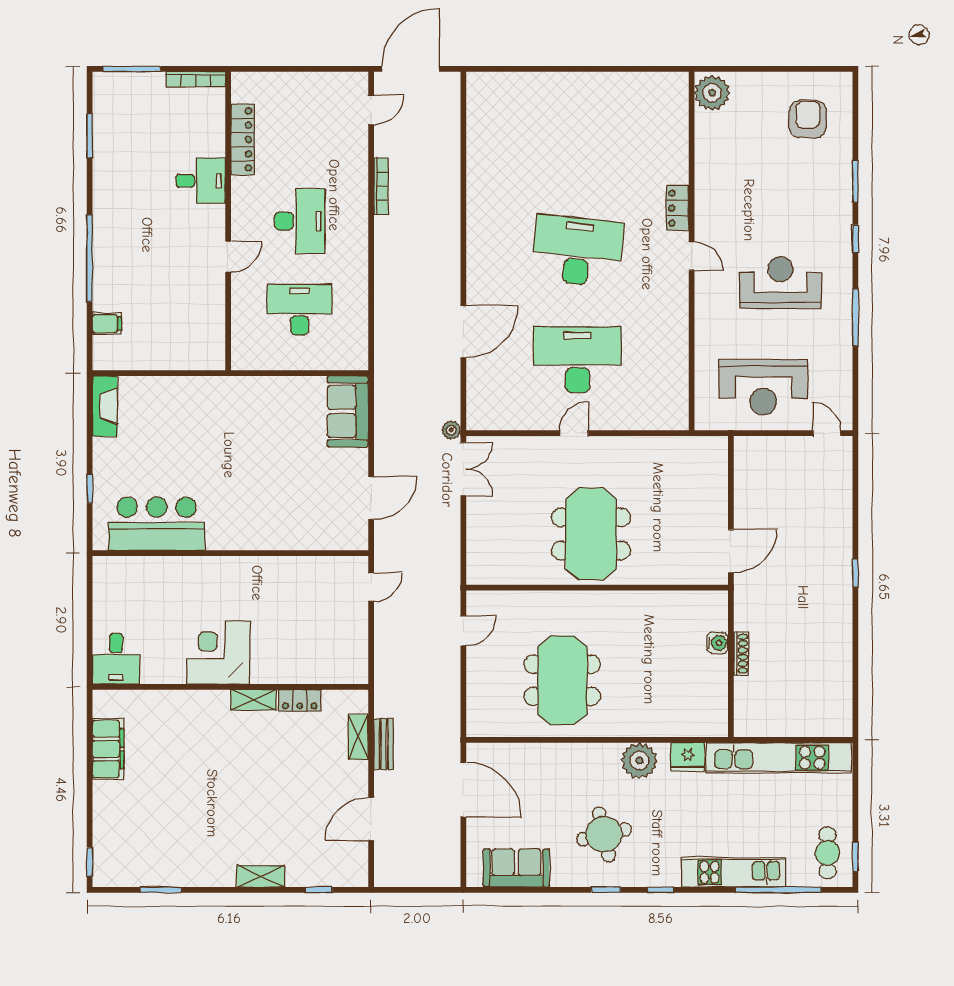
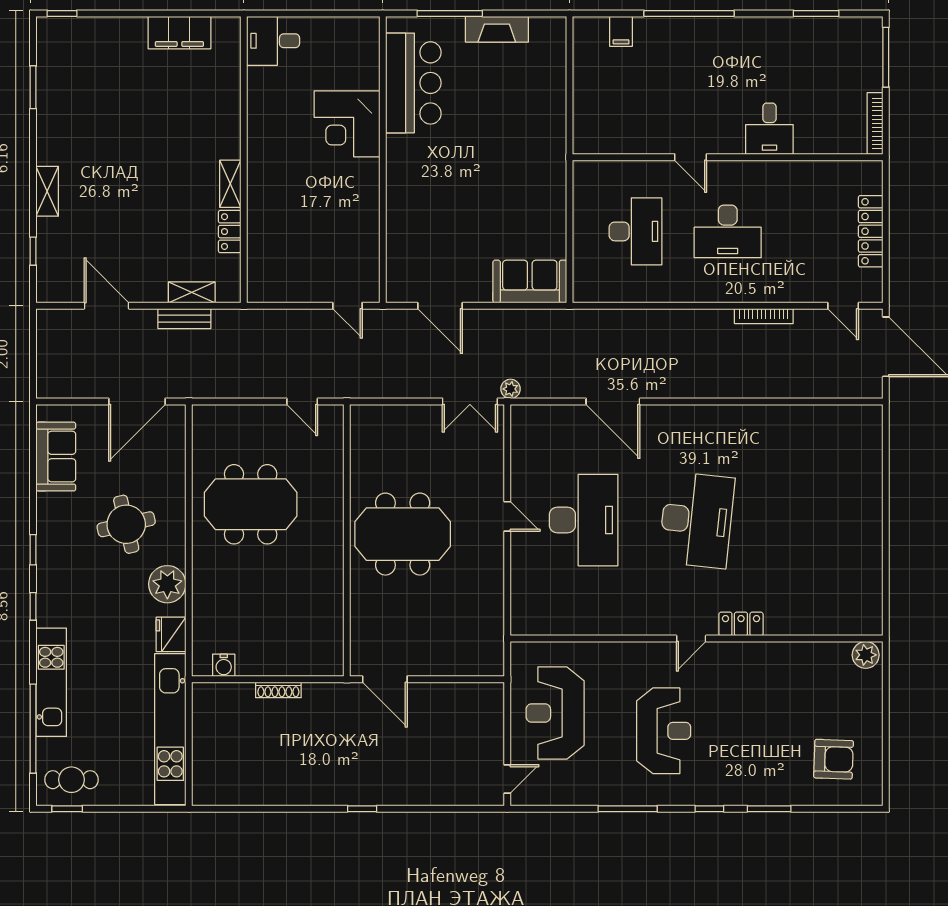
plant: (712, 93) -> (866, 655), width x0.73, depth x0.73
locker: (243, 140) -> (871, 231), moved, turned 90
fireplace: (105, 406) -> (497, 29), moved
window: (90, 489) -> (450, 13), width x2.17
water cooler: (717, 643) -> (224, 665), moved
corner desk: (218, 652) -> (347, 124), moved, turned 180
round table: (604, 834) -> (126, 524), moved

